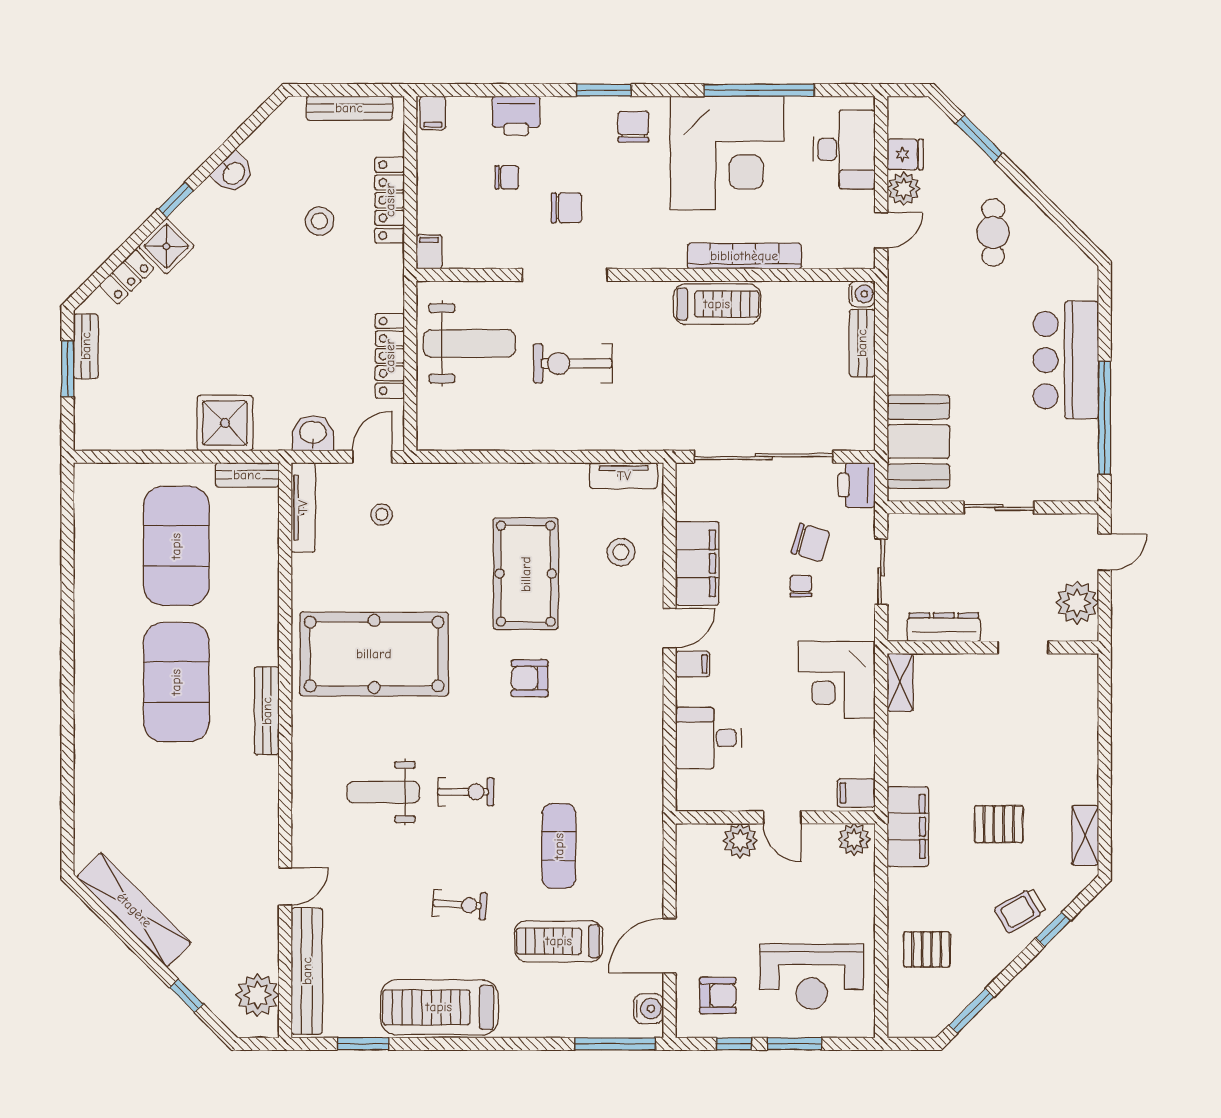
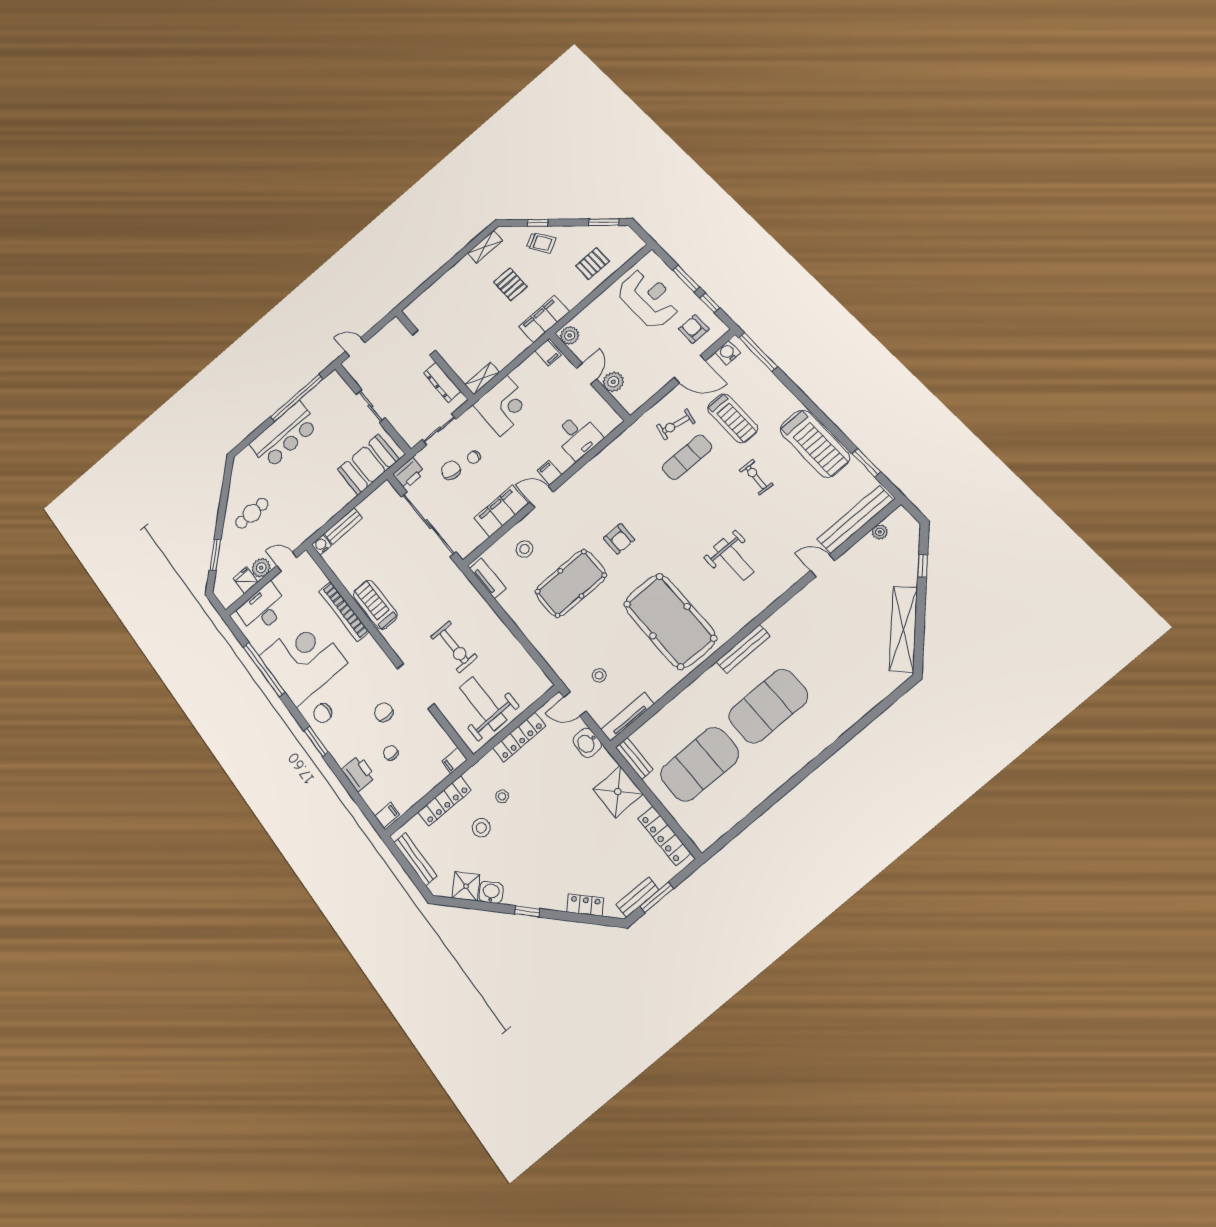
shower: (166, 246) -> (466, 886), moved
stool: (336, 277) -> (502, 796), added
locker: (129, 436) -> (664, 836), added
plant: (1077, 603) -> (386, 339), removed
exercise bike: (466, 792) -> (676, 424), moved, turned -78
pallet: (927, 949) -> (592, 264), turned 90
plant: (258, 995) -> (880, 532), width x0.53, depth x0.53

